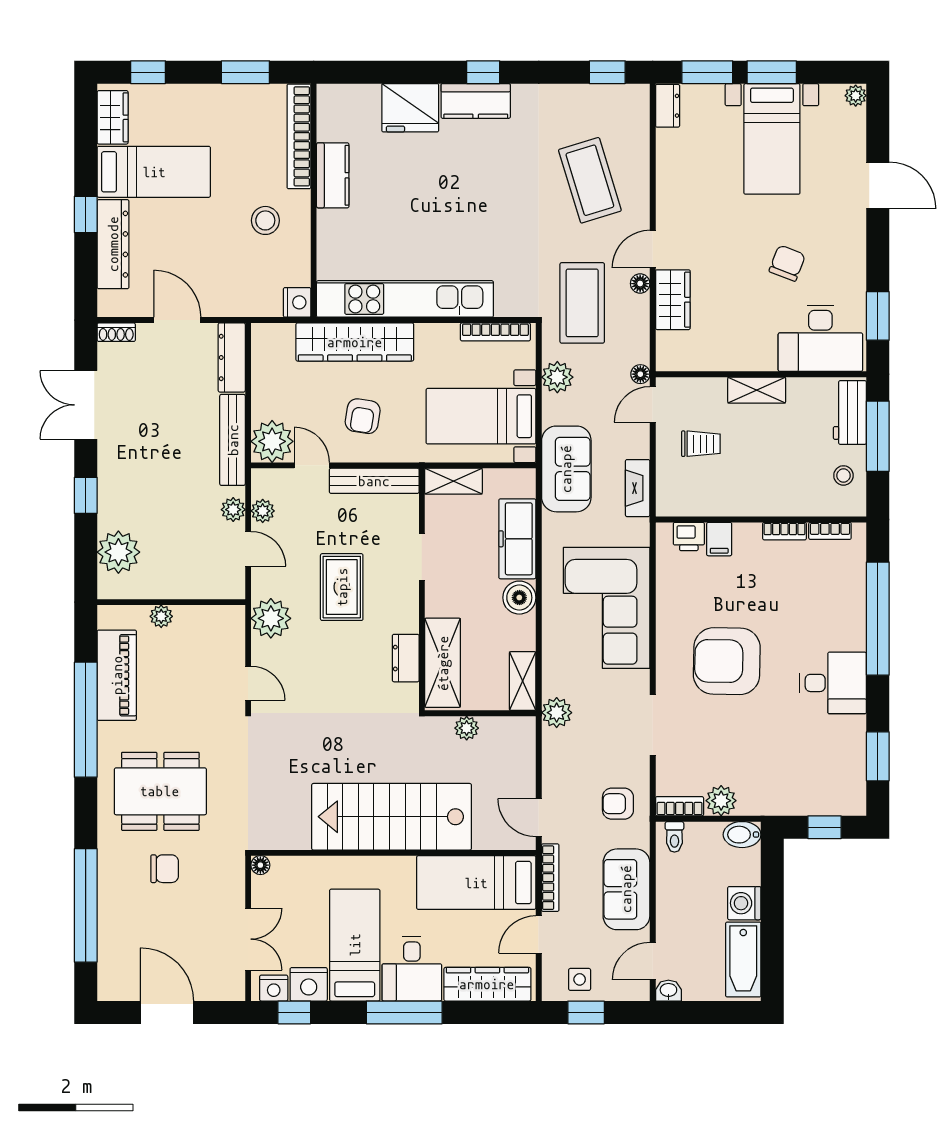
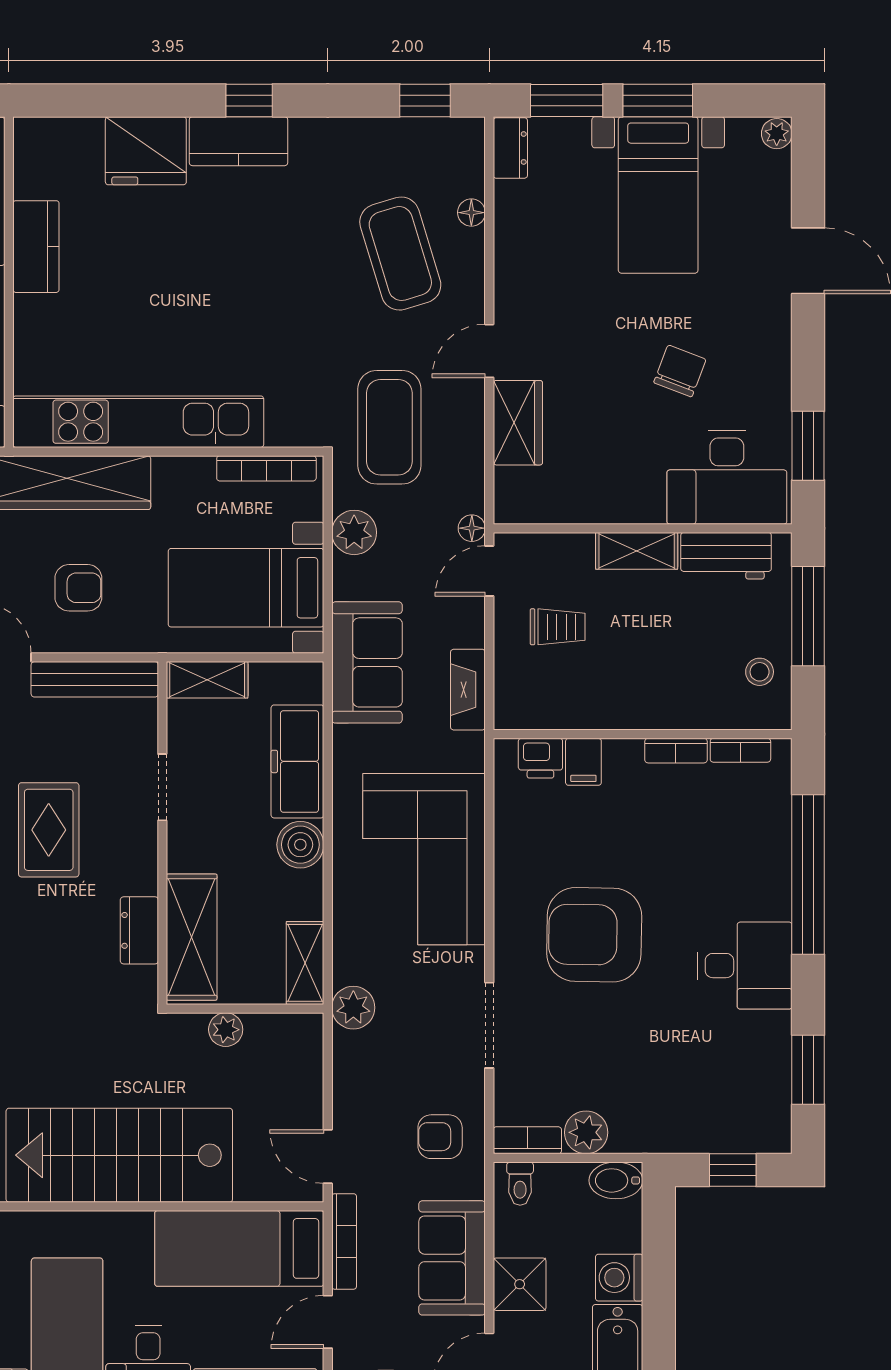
floor lamp: (640, 284) -> (471, 213), moved
workbench: (850, 413) -> (726, 556), moved, turned -90
armchair: (363, 416) -> (78, 588), turned -99
shower: (674, 908) -> (520, 1284), added

